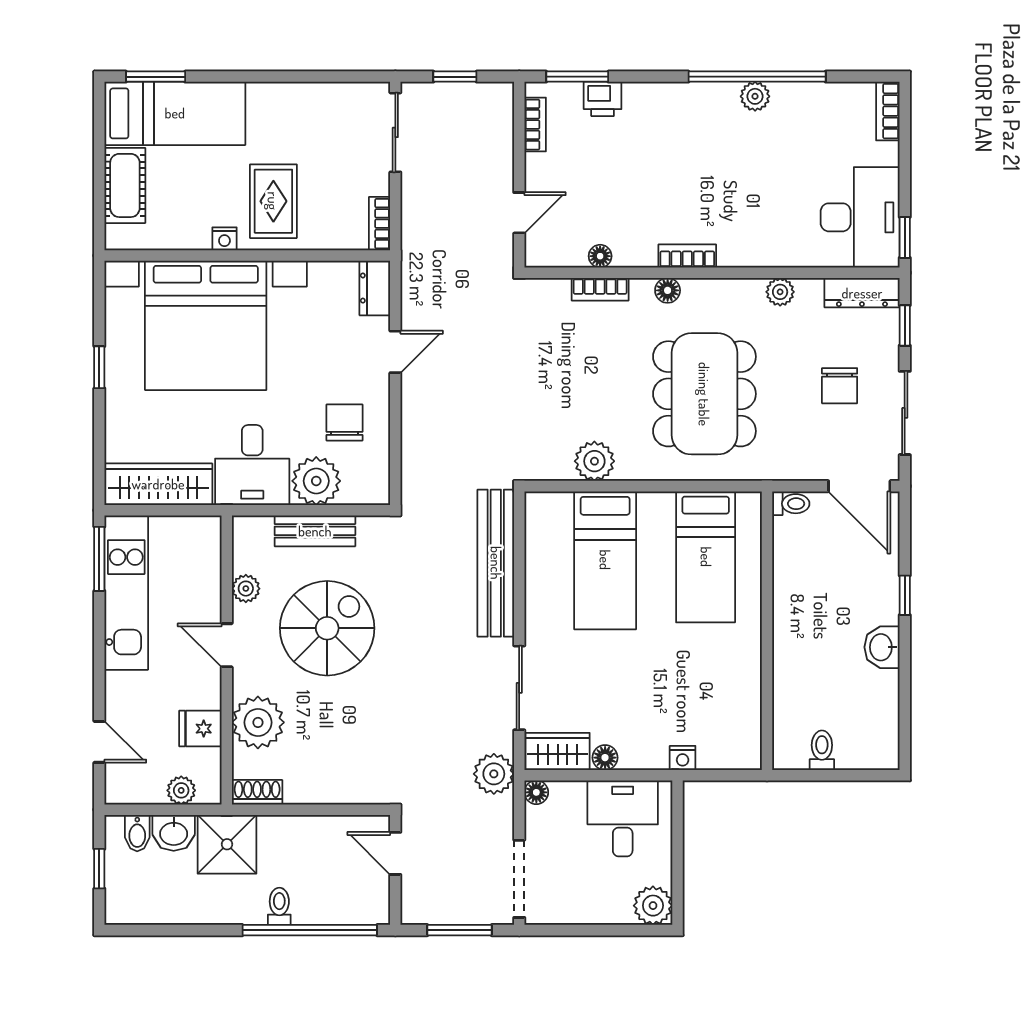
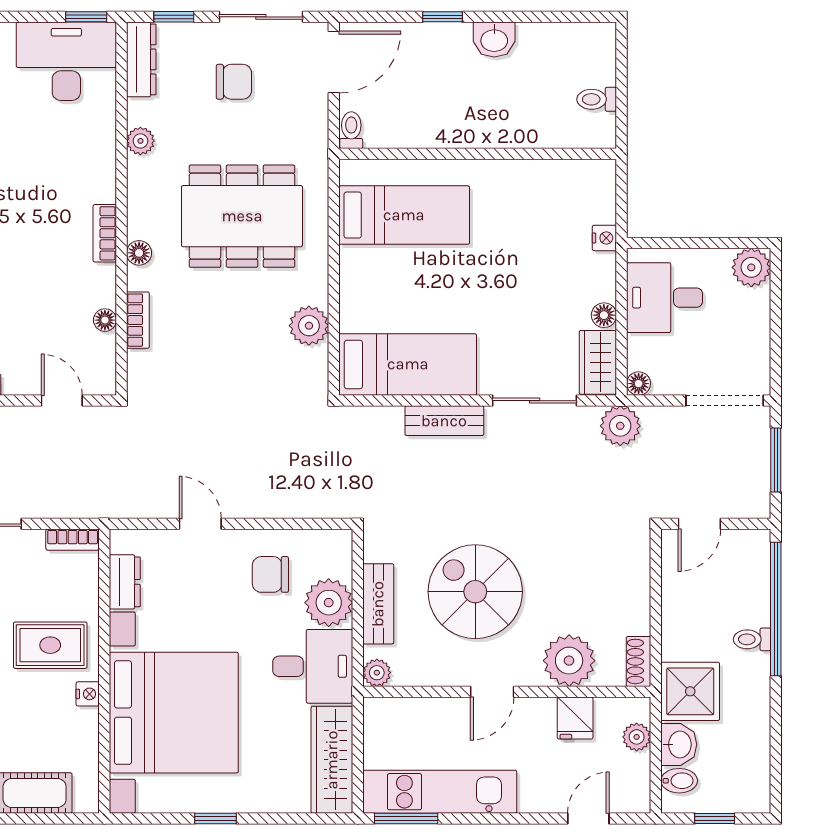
dresser: (375, 288) -> (125, 582), moved, turned -90
bed: (605, 560) -> (408, 364), moved
bench: (496, 563) -> (444, 421), width x0.54, depth x0.82
plant: (246, 589) -> (377, 673), moved

